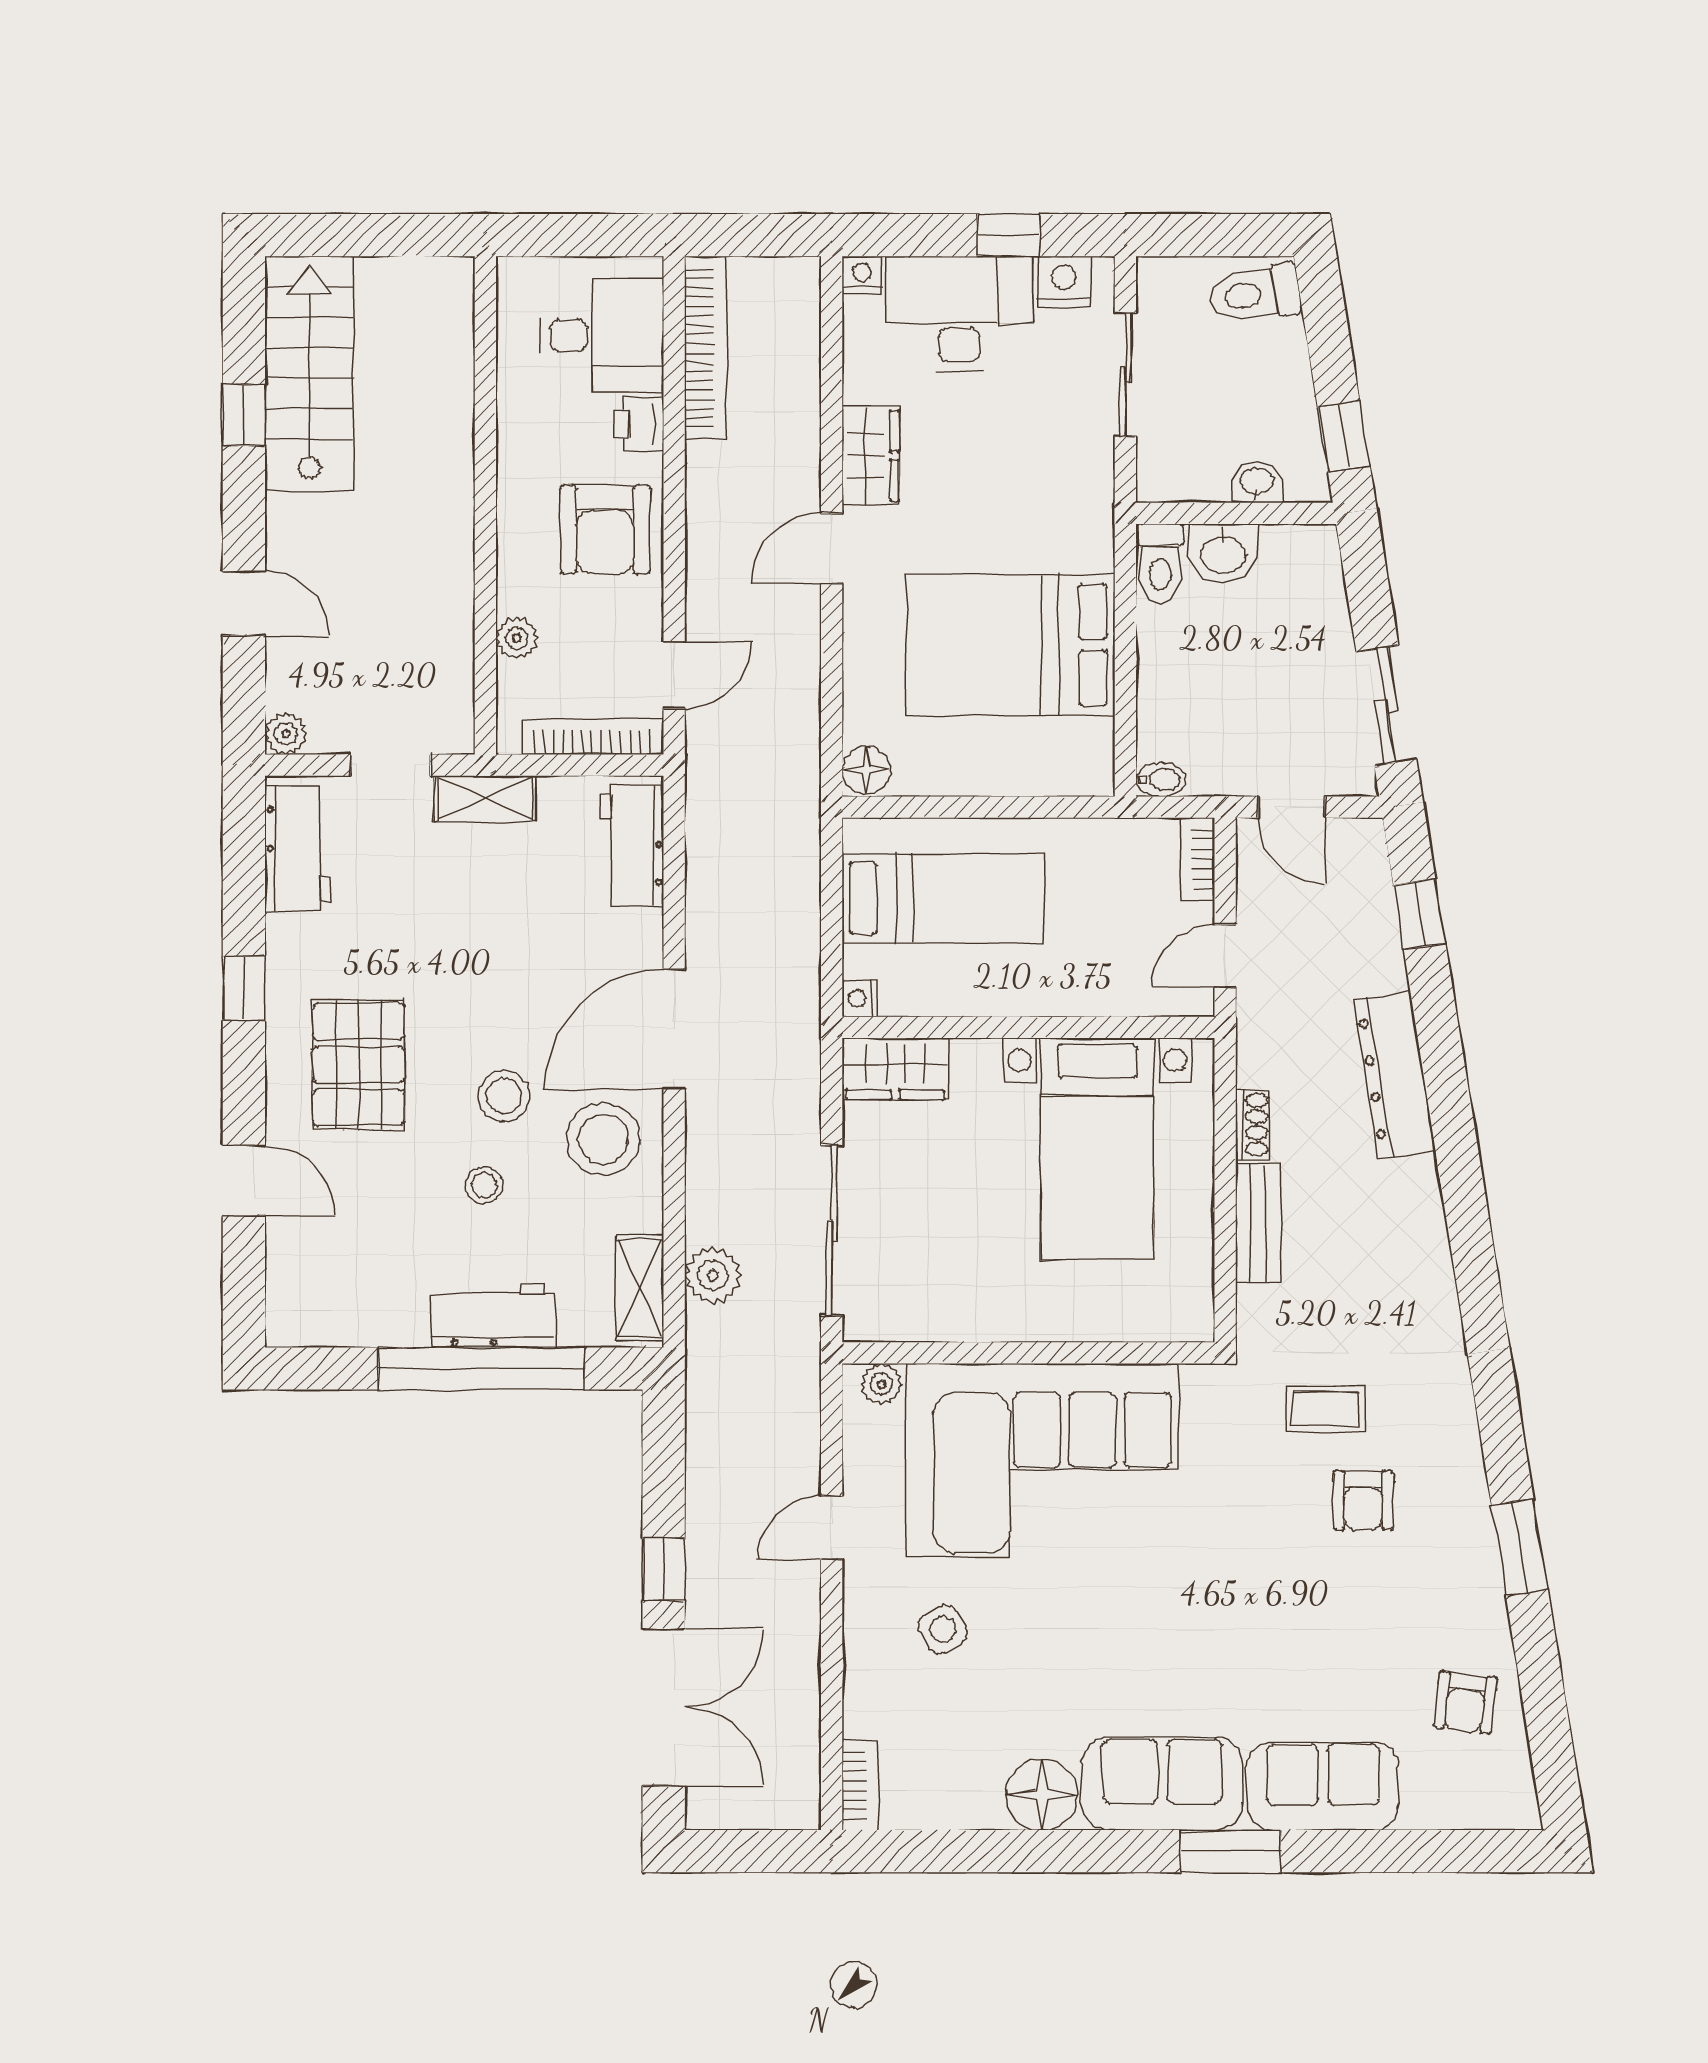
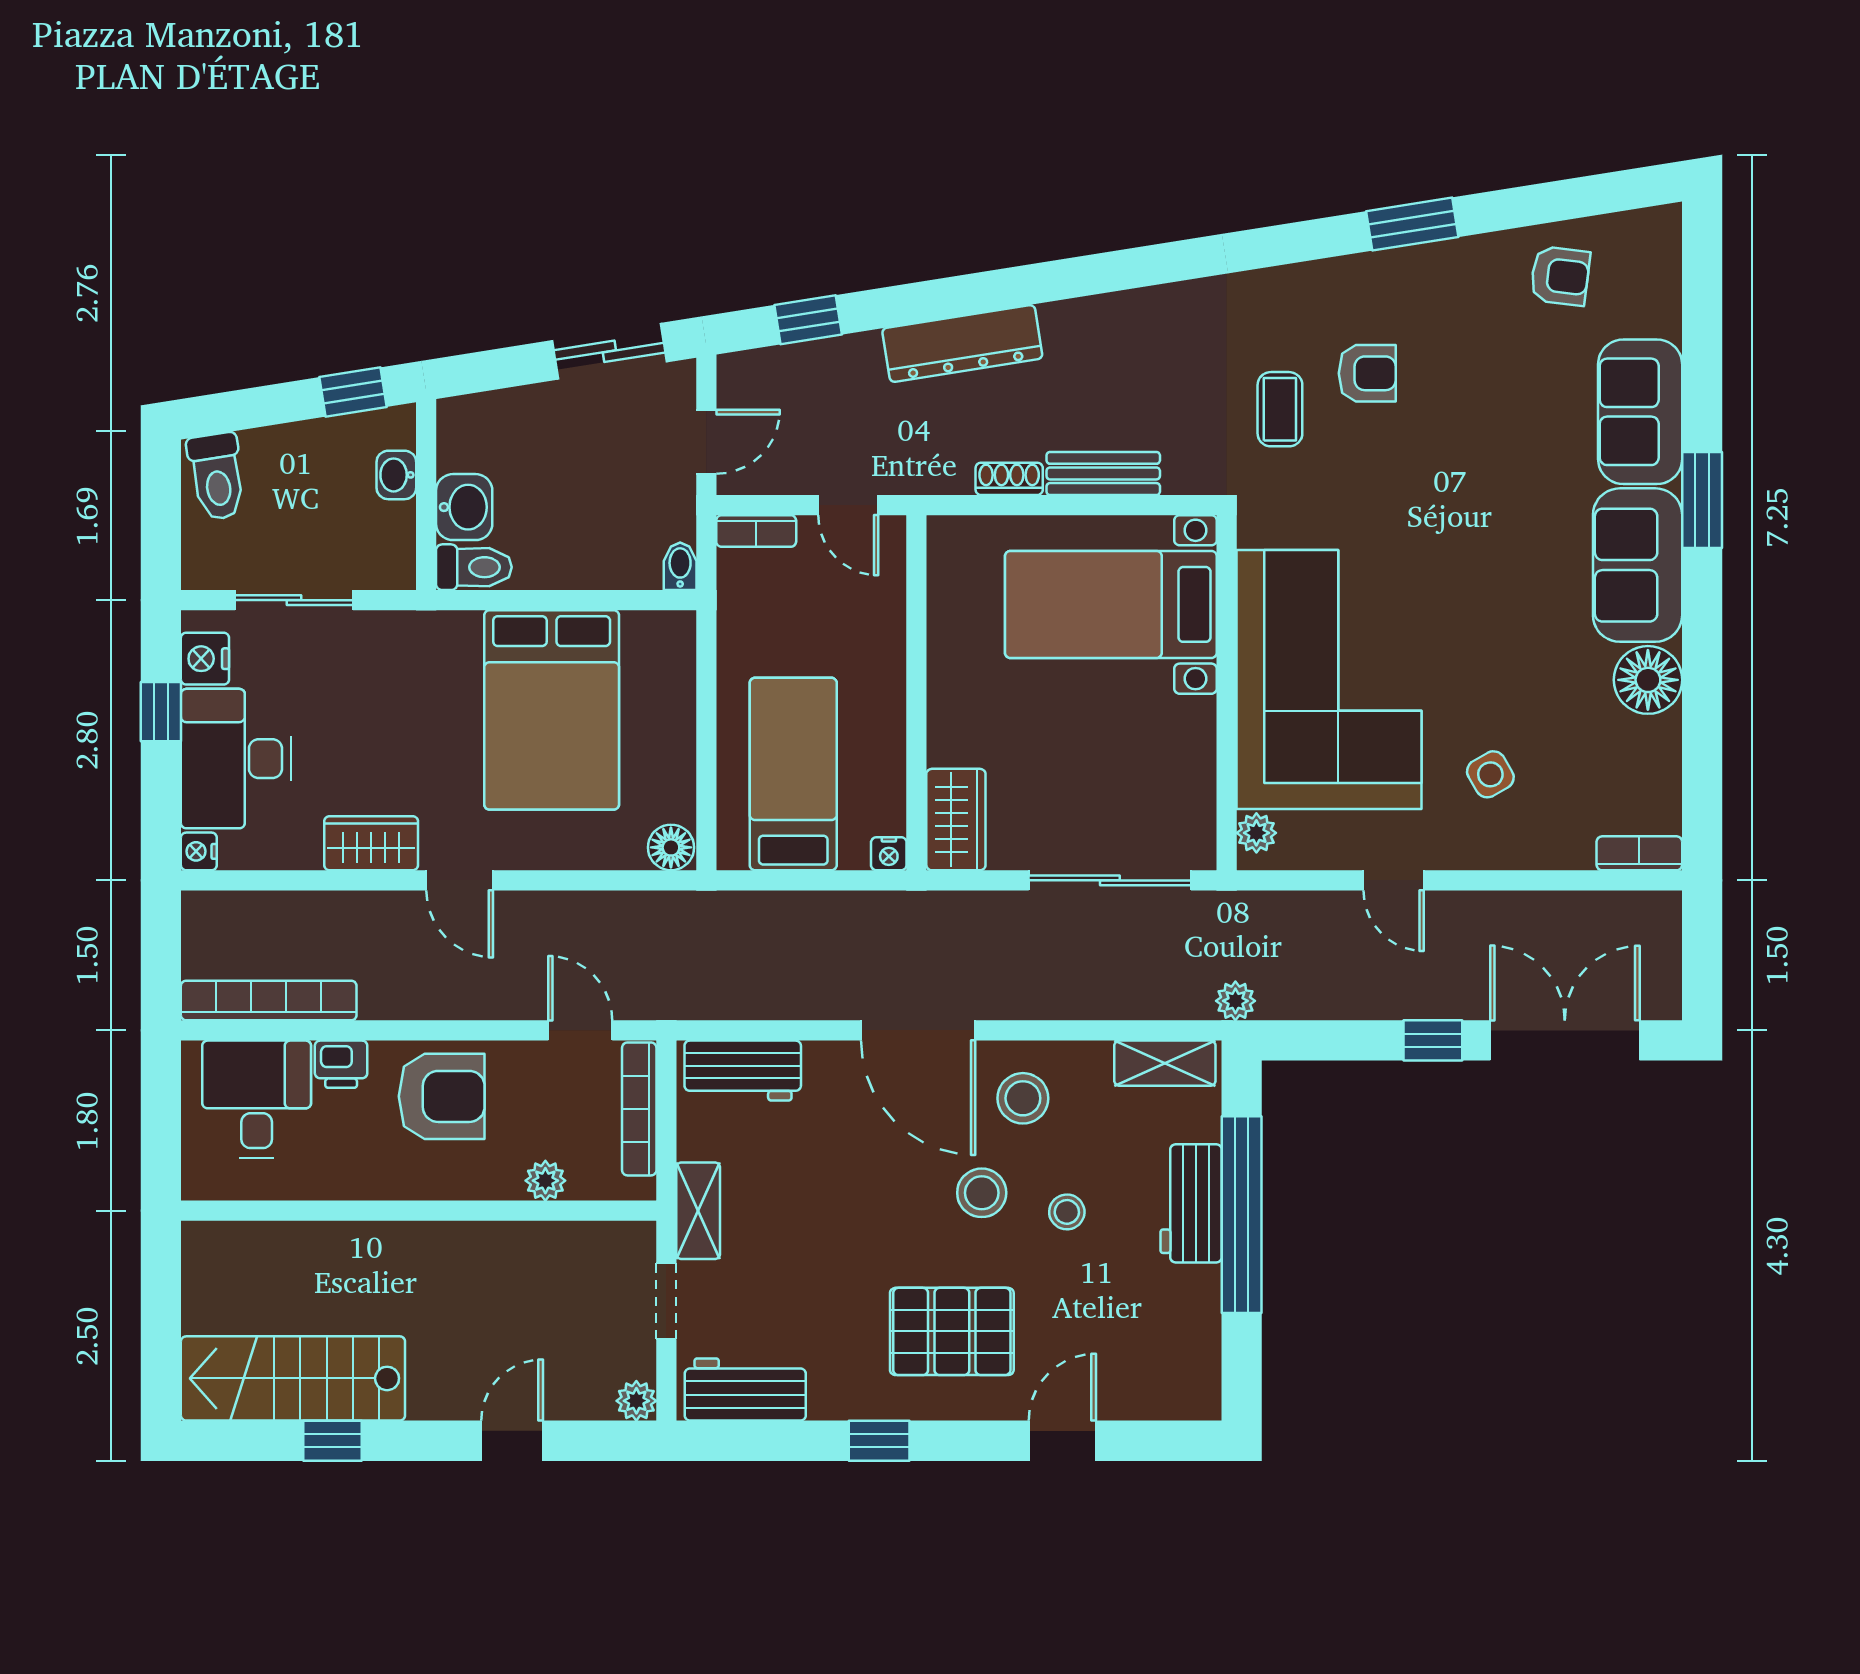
stool: (603, 1139) -> (1023, 1098), width x0.73, depth x0.73
bed with nightstands: (1097, 1149) -> (1111, 604), moved, turned 180
plant: (713, 1275) -> (1235, 1001), moved, width x0.73, depth x0.73

